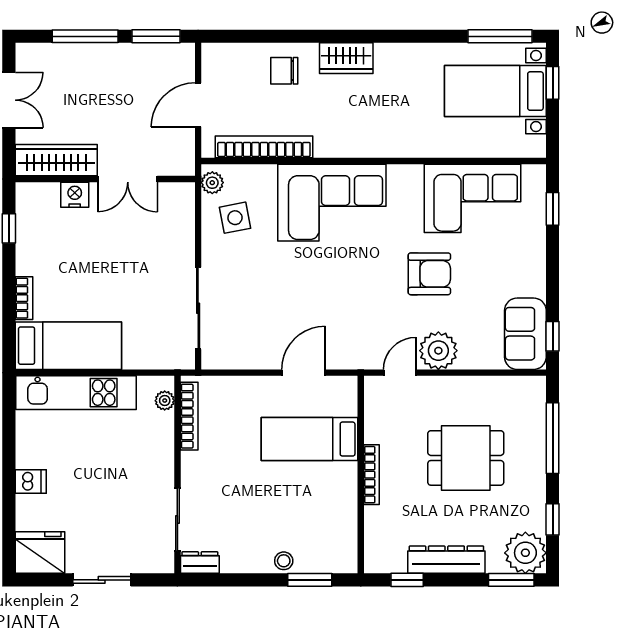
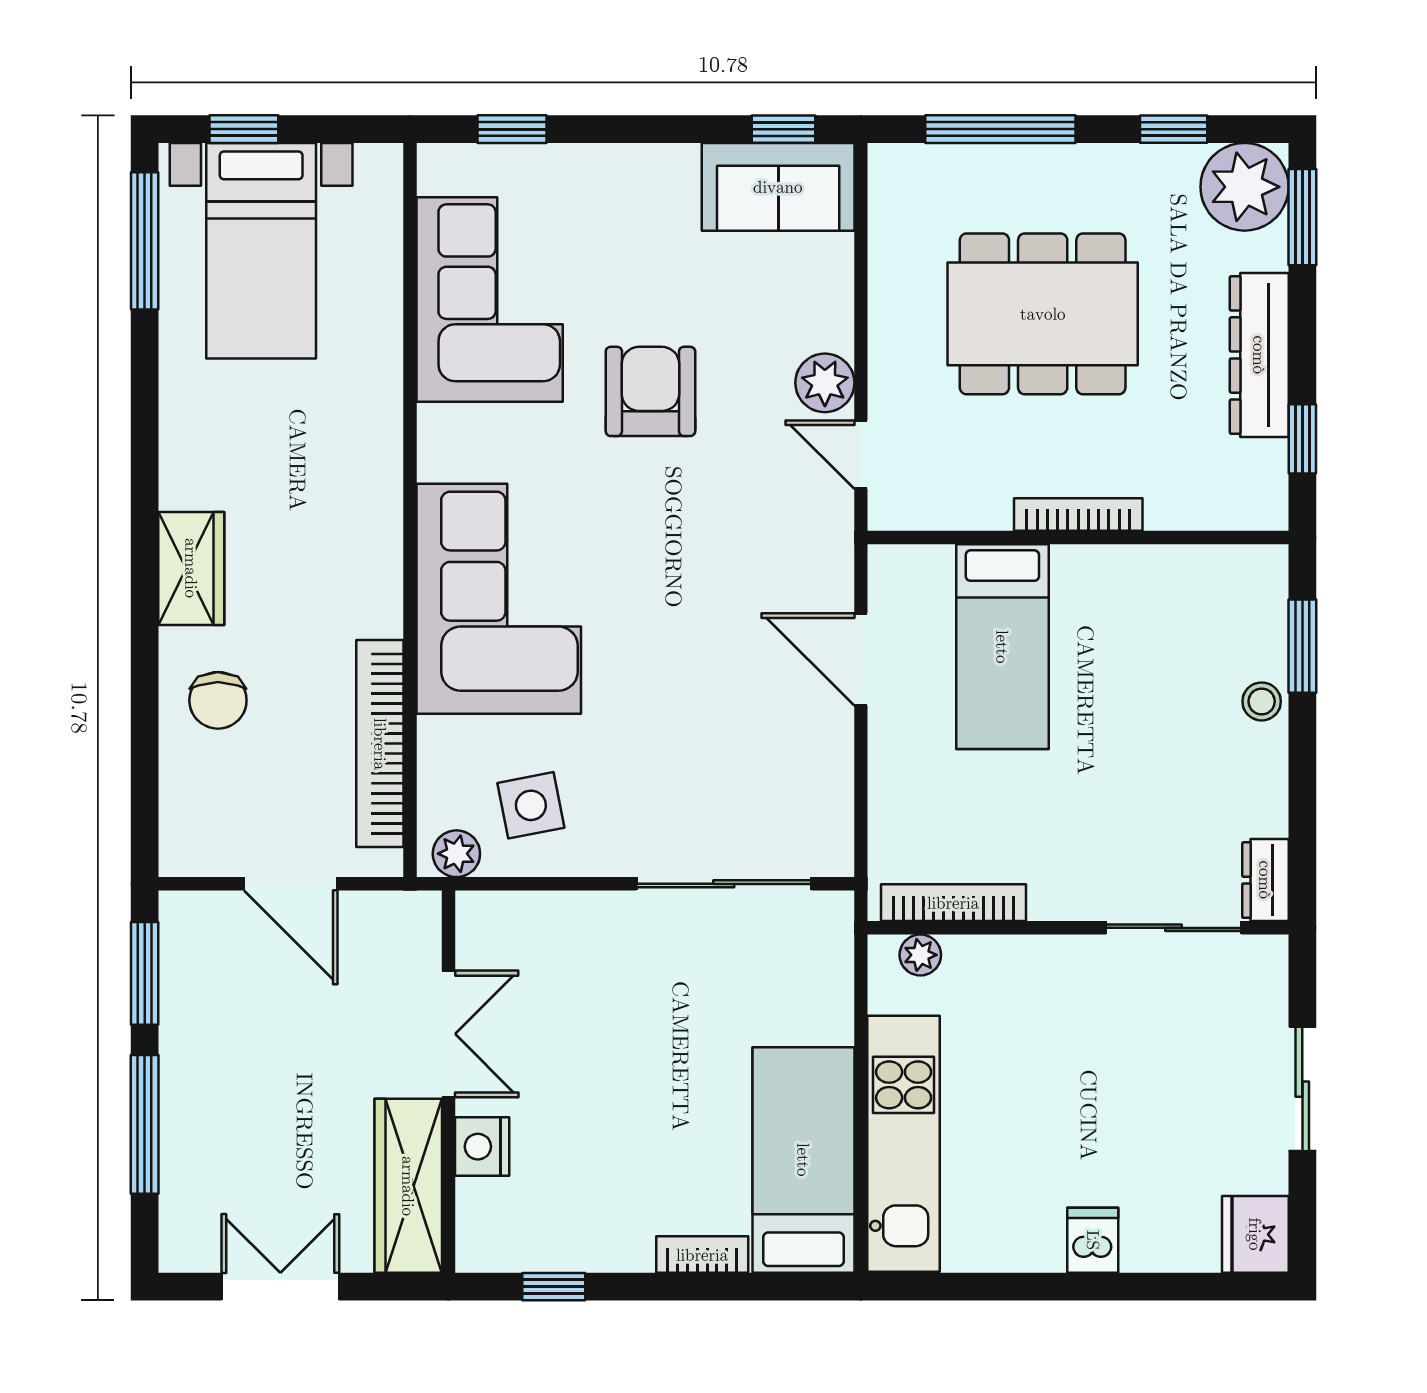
plant: (438, 351) -> (825, 383), width x0.73, depth x0.73
dining table: (466, 458) -> (1043, 314), width x1.38
fridge: (40, 553) -> (1255, 1234), width x0.73, depth x0.75

